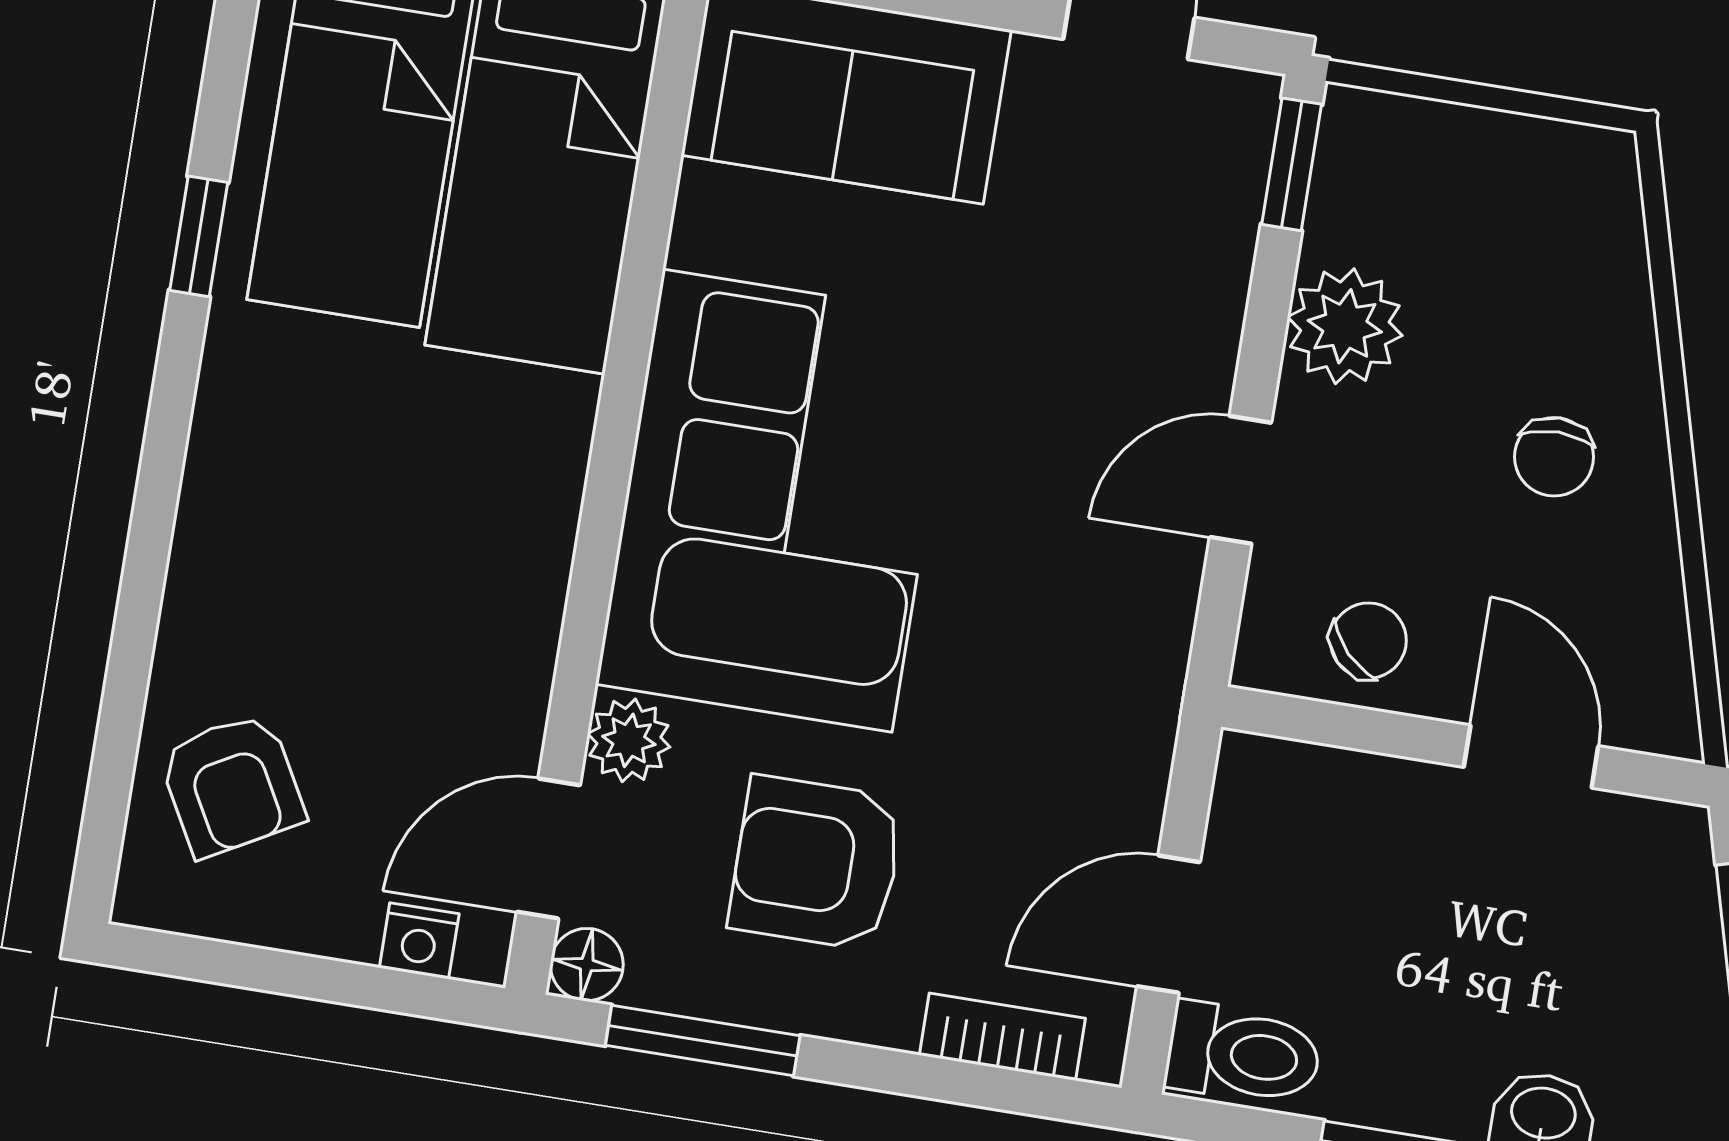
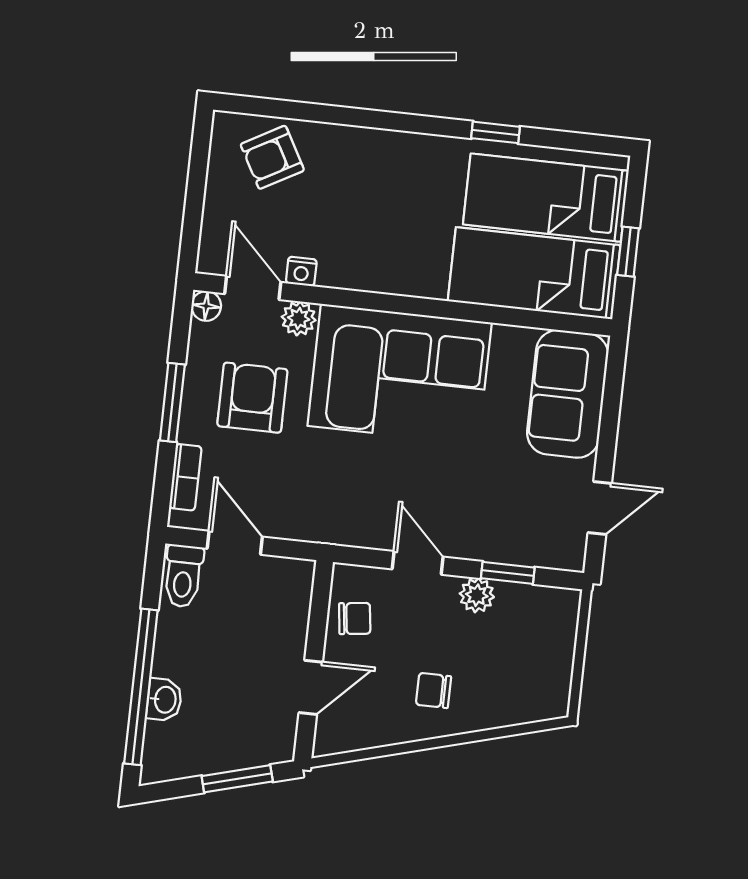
window: (1292, 164) -> (508, 573), moved
plant: (1345, 326) -> (477, 595), width x0.73, depth x0.73
chair: (1368, 641) -> (355, 618), turned -53
nightstand: (419, 941) -> (301, 271), moved, turned -90
window: (703, 1041) -> (172, 403), moved

